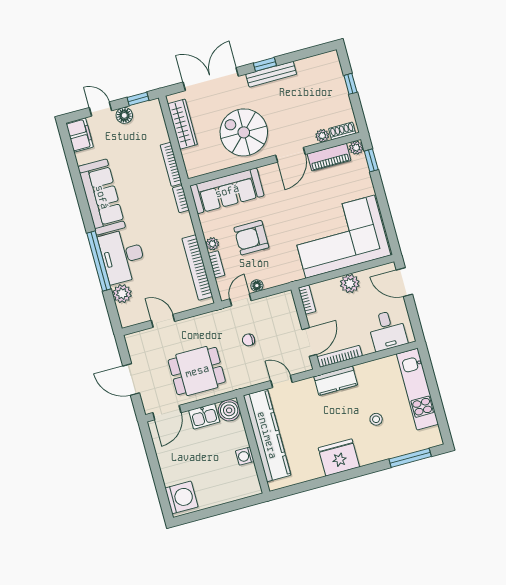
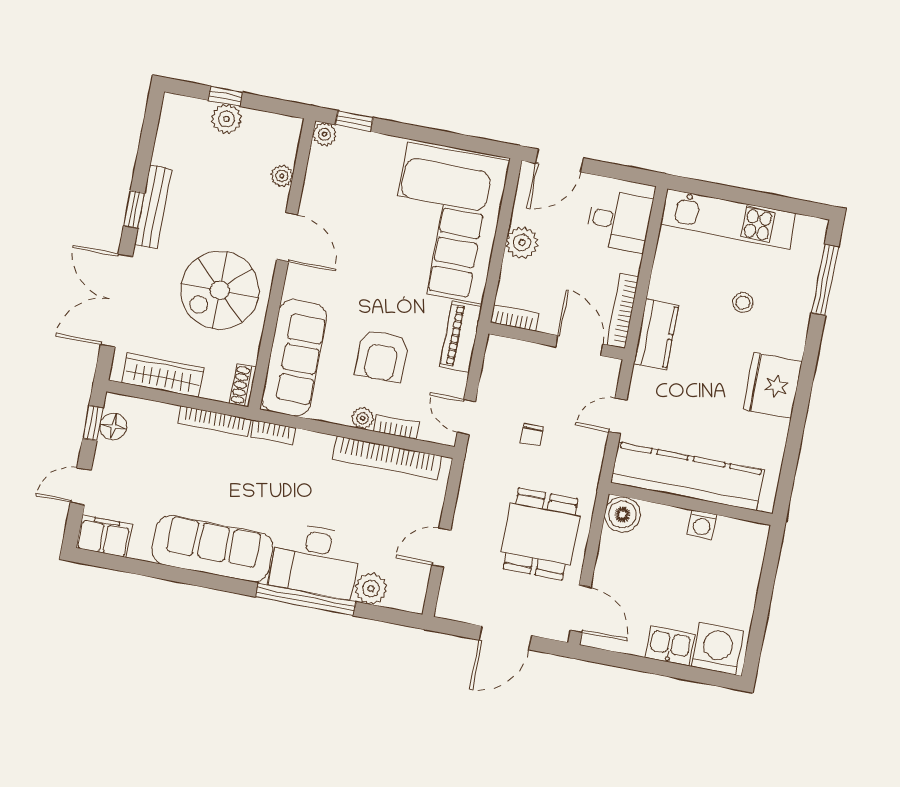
plant: (338, 90) -> (226, 119), added
floor lamp: (124, 115) -> (113, 427), moved
shoe rack: (342, 131) -> (243, 385), moved
piano: (329, 157) -> (461, 337), moved, turned 180
floor lamp: (257, 286) -> (457, 382), removed
kitchen sink: (204, 416) -> (670, 646), moved, turned -90

